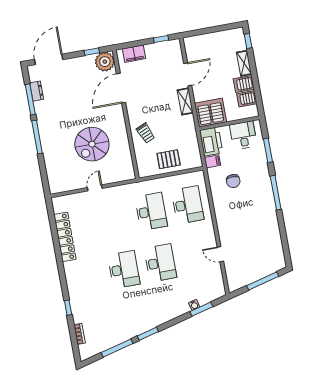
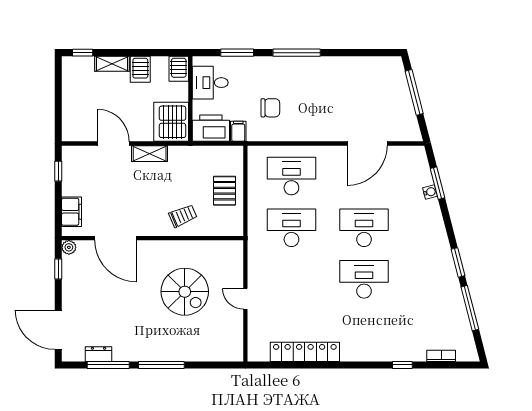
plant: (105, 62) -> (69, 247), width x0.53, depth x0.53
server rack: (247, 99) -> (179, 69), moved
door: (220, 254) -> (367, 143), width x1.87

